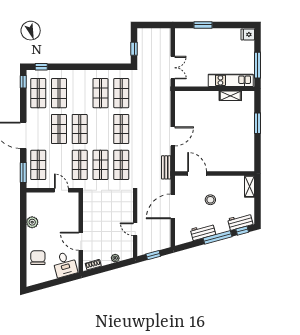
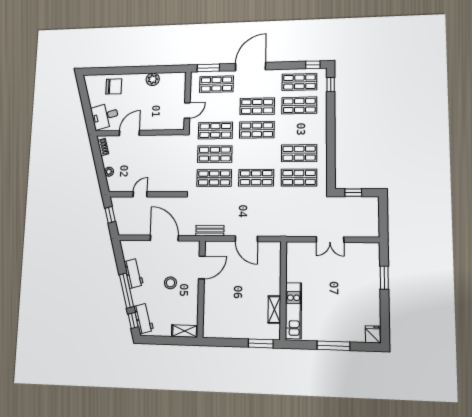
kitchen unit: (231, 80) -> (293, 311), moved
wall: (215, 89) -> (283, 290), moved
shelving: (230, 96) -> (274, 310), moved

